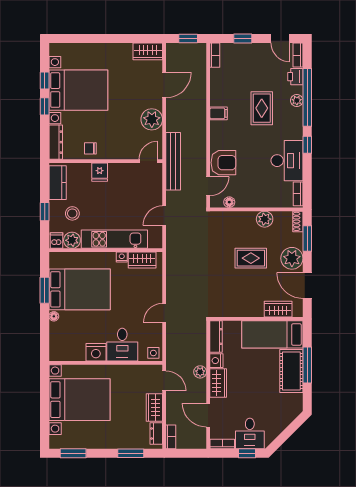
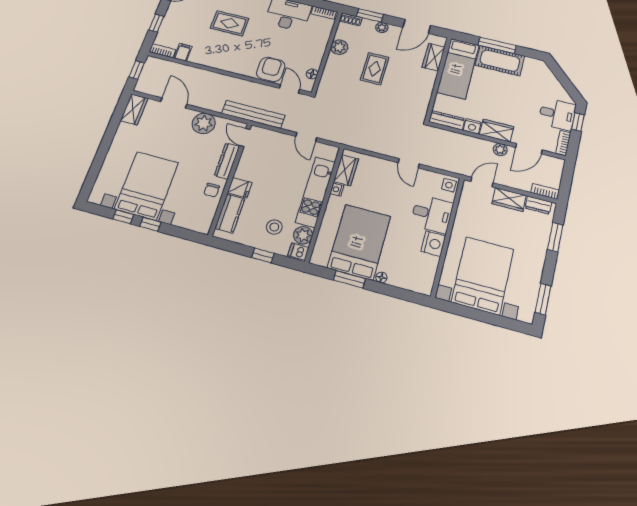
filing cabinet: (219, 113) -> (183, 52), moved
dresser: (56, 142) -> (227, 161), moved, turned -90
kitchen counter: (58, 183) -> (230, 214), moved, turned 90
plant: (292, 258) -> (382, 27), width x0.53, depth x0.53
plant: (200, 372) -> (500, 150), moved

